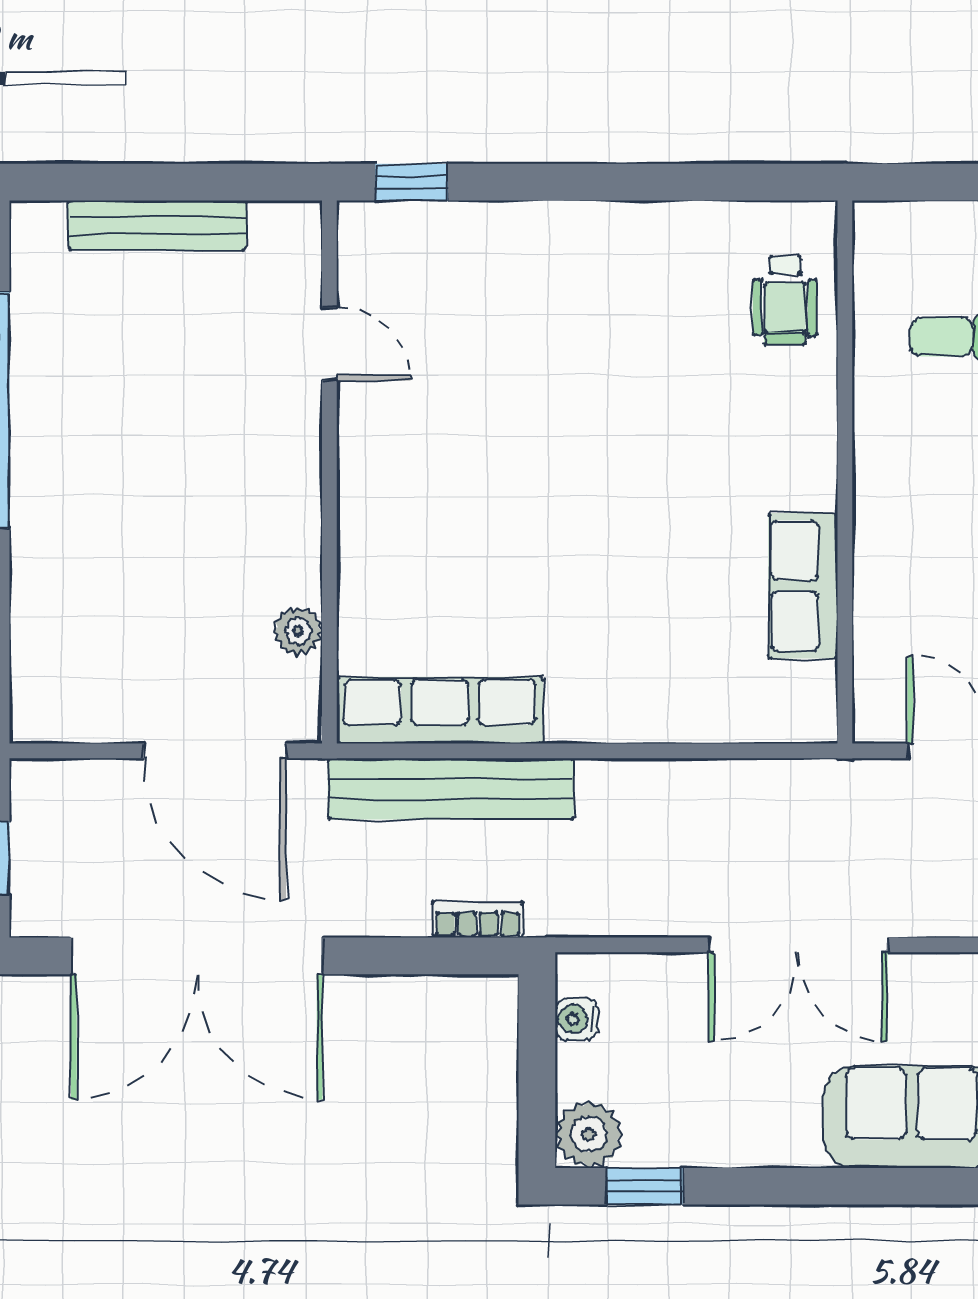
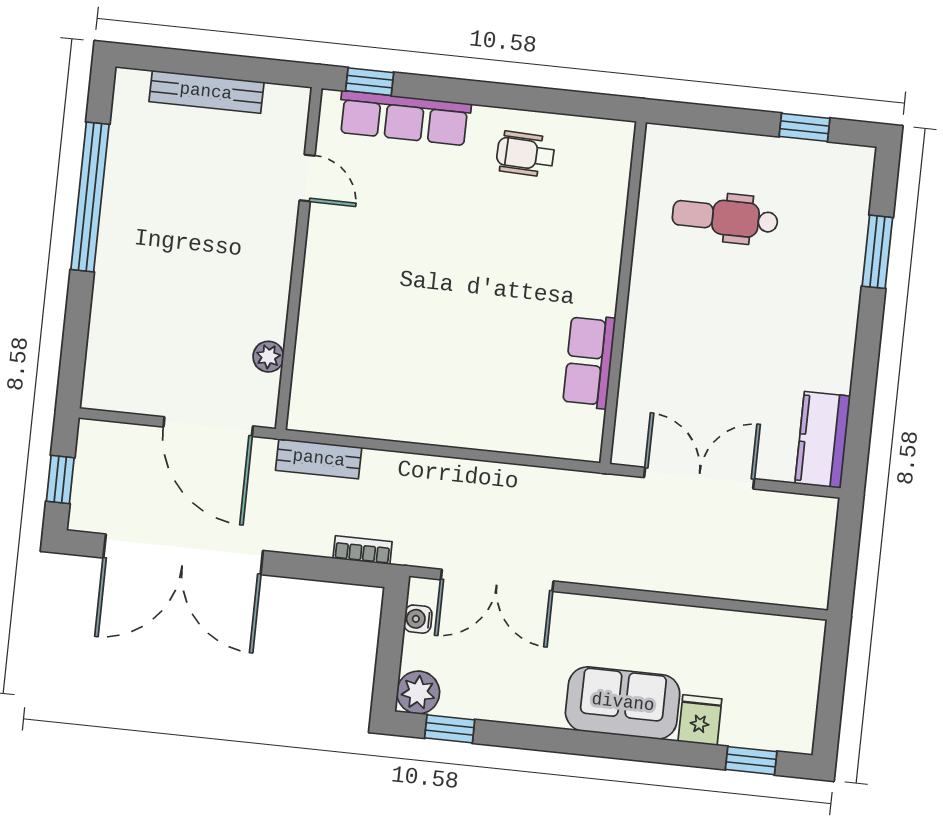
wheelchair: (785, 301) -> (525, 154), moved, turned 92
row of seats: (440, 710) -> (404, 118), moved, turned 180
bench: (451, 789) -> (319, 459), width x0.54, depth x0.82
double door: (798, 945) -> (497, 580), moved

